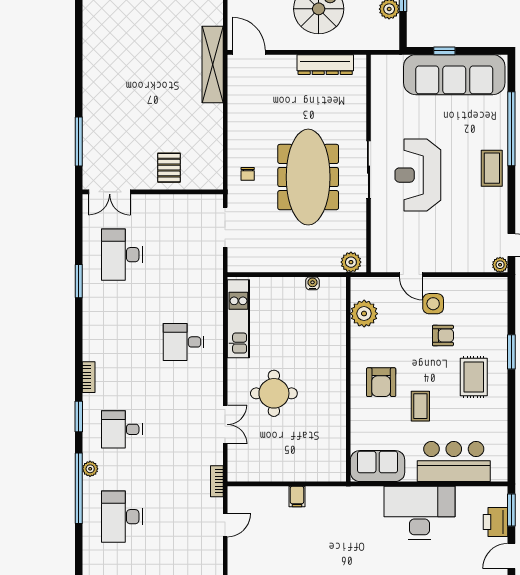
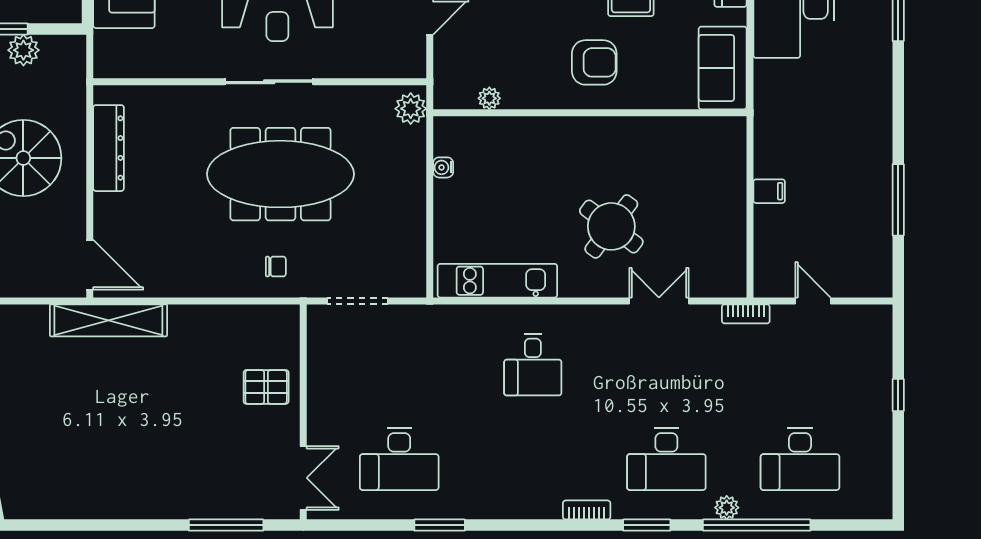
door: (249, 52) -> (90, 265), swing flipped
plant: (364, 314) -> (489, 98), width x0.53, depth x0.53
round table: (274, 393) -> (611, 226), turned 37
desk: (122, 429) -> (666, 459), width x1.37

